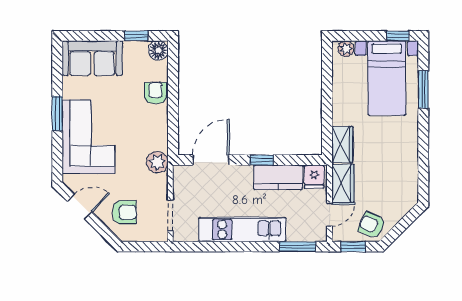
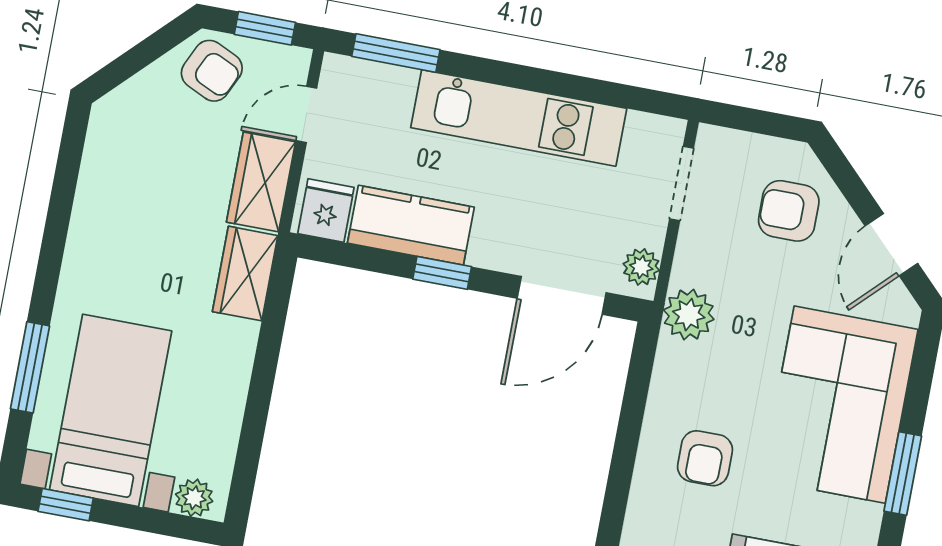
armchair: (155, 93) -> (705, 458), moved
plant: (180, 178) -> (641, 267), added
door: (80, 206) -> (891, 245), hinge flipped

